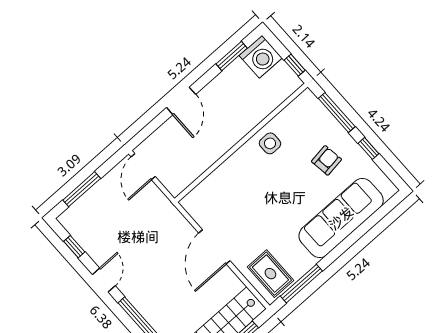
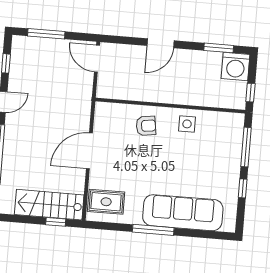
armchair: (326, 160) -> (146, 126), moved
door: (143, 167) -> (97, 59), hinge flipped
rug: (270, 274) -> (106, 202), turned 90
window: (301, 284) -> (153, 230), moved

